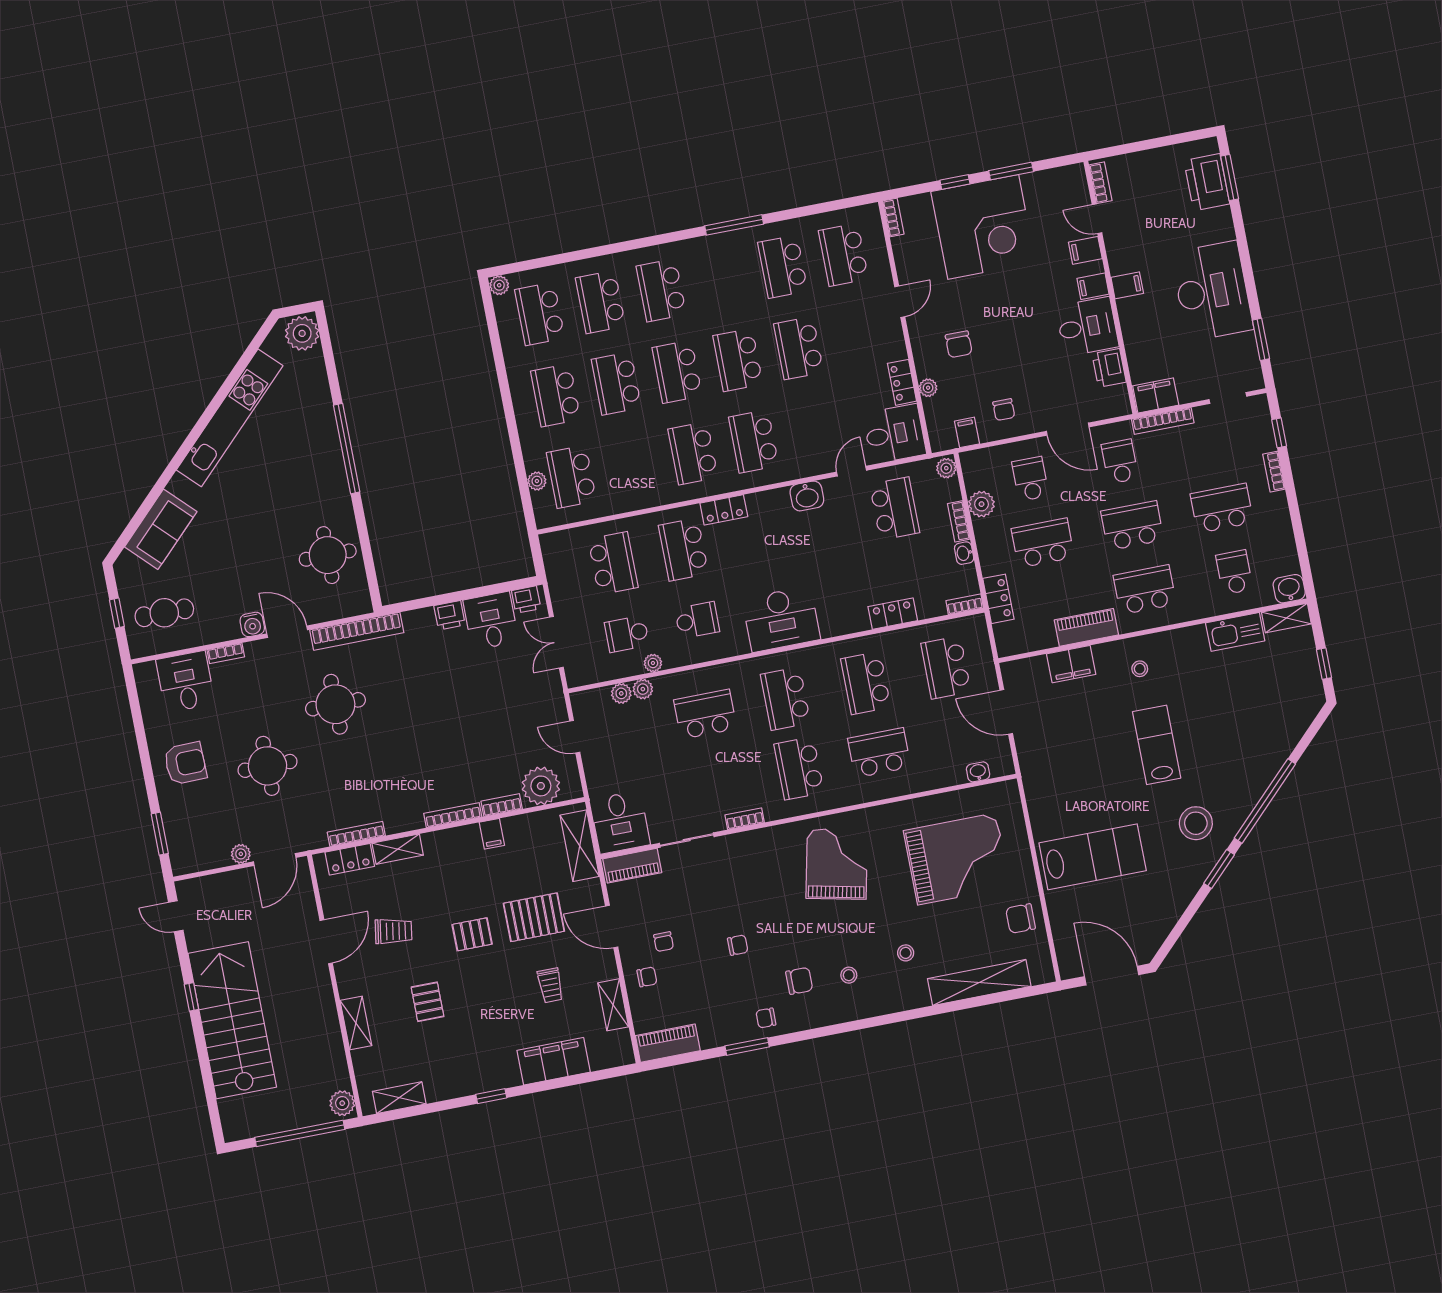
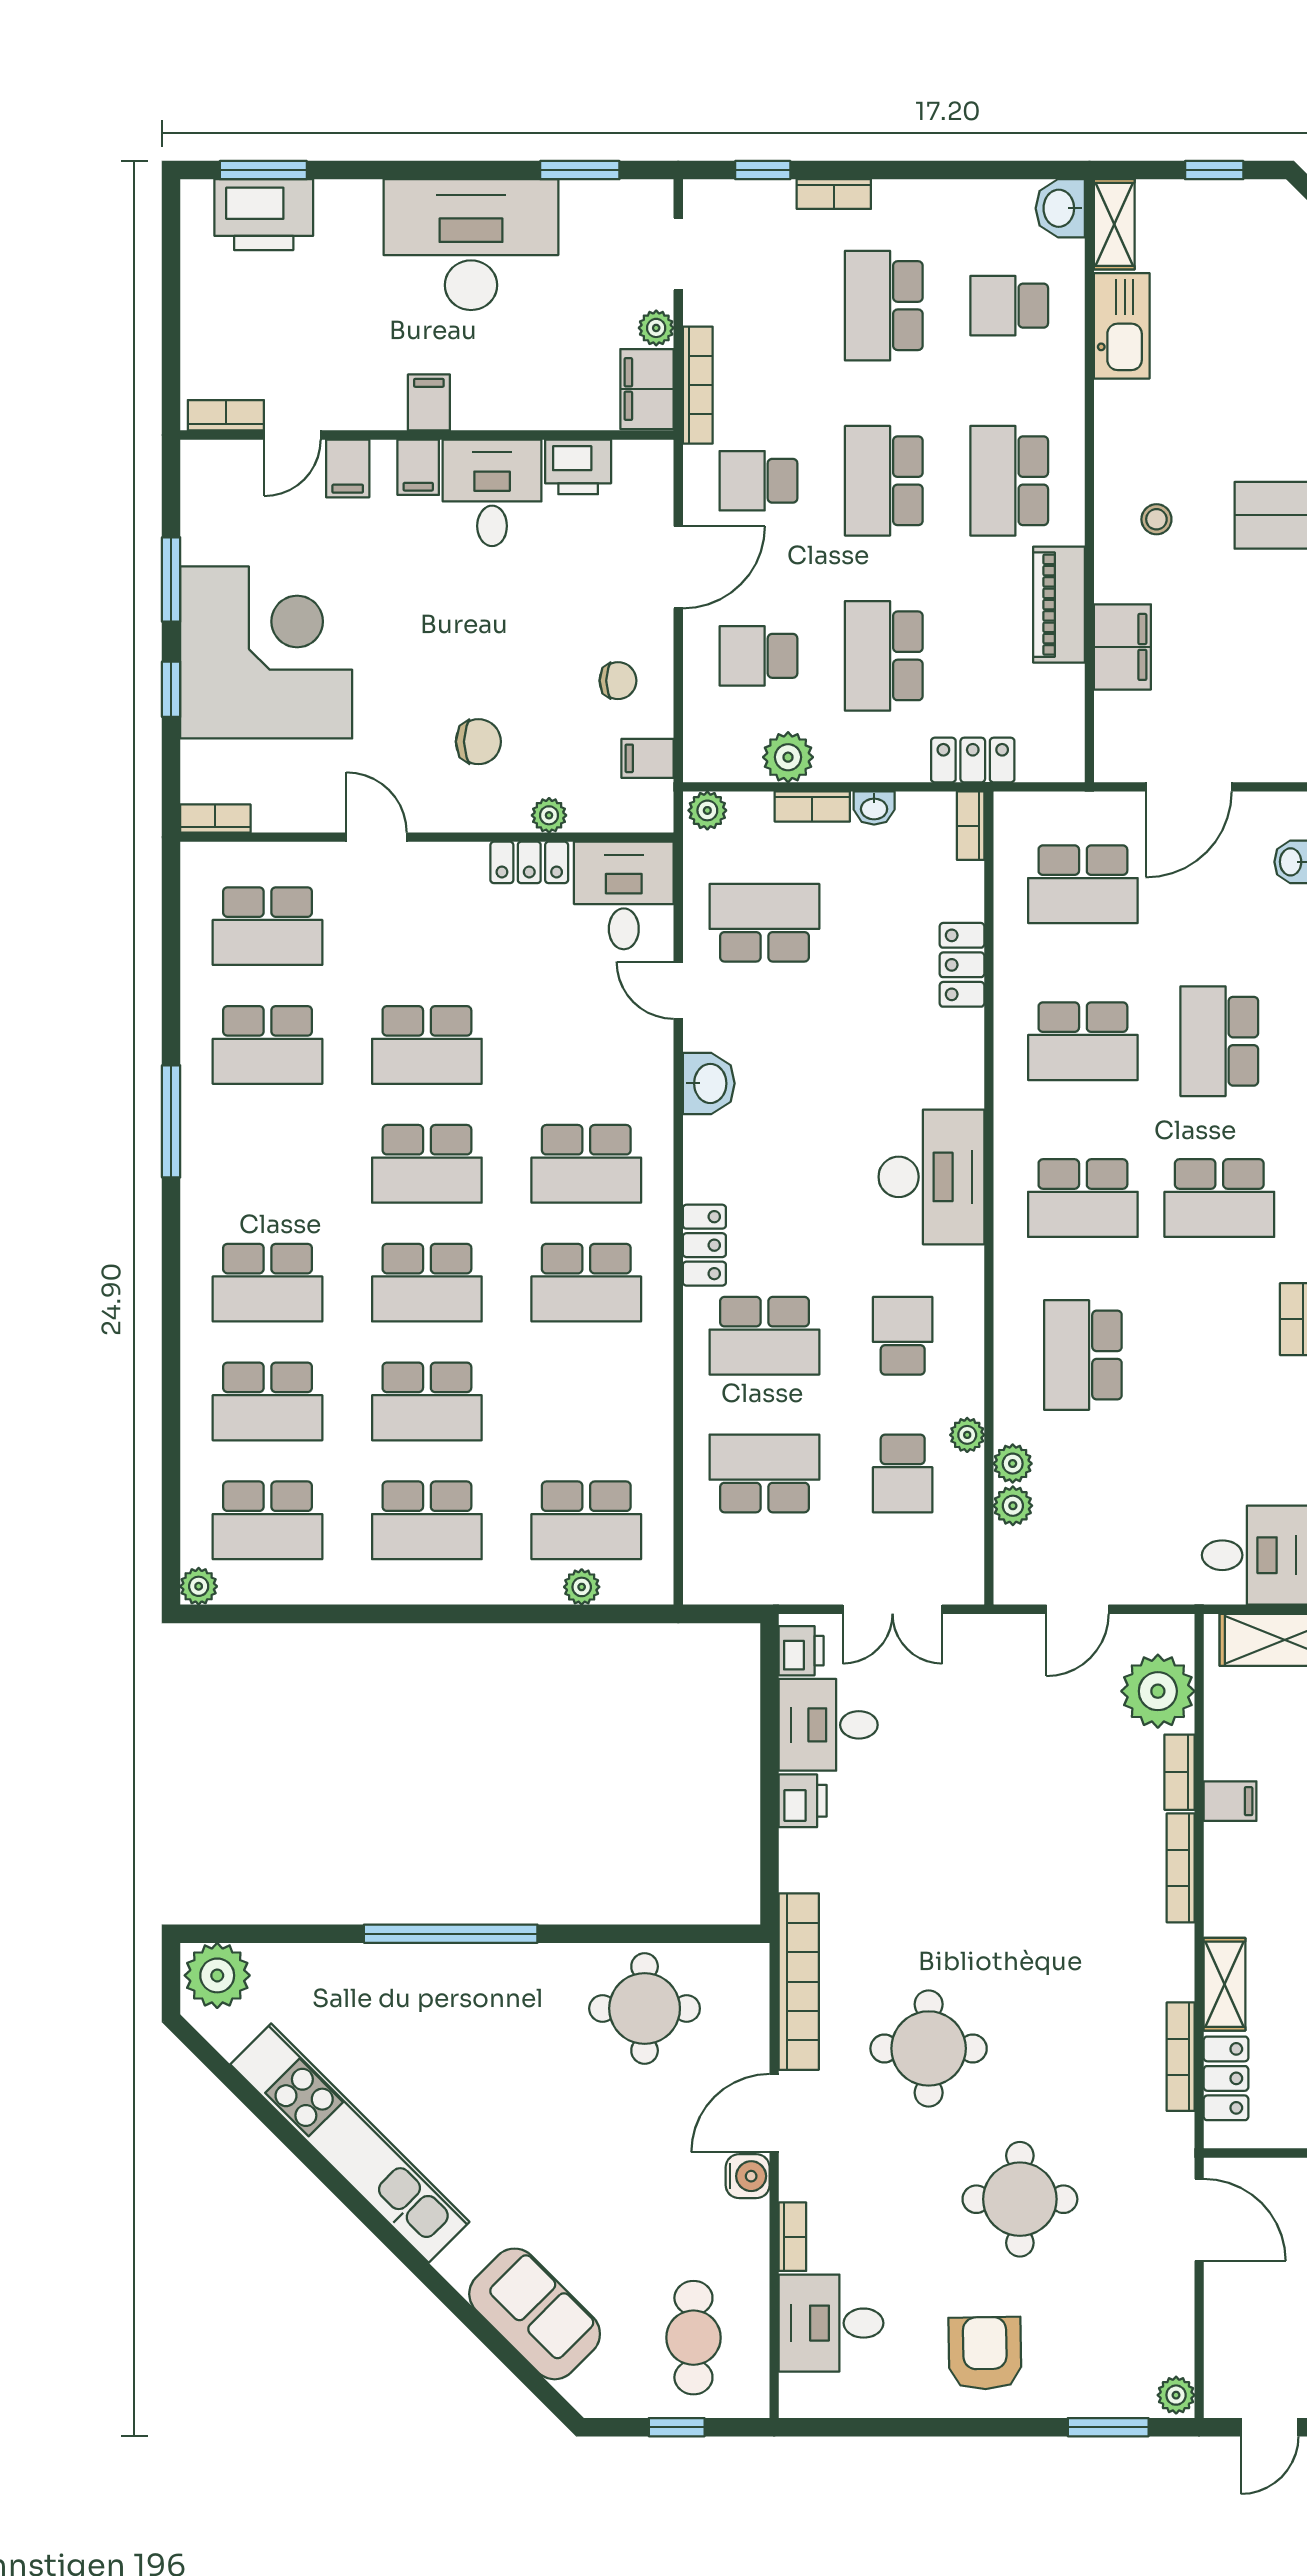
plant: (1188, 394) -> (656, 328), added
plant: (241, 854) -> (1176, 2395), moved

